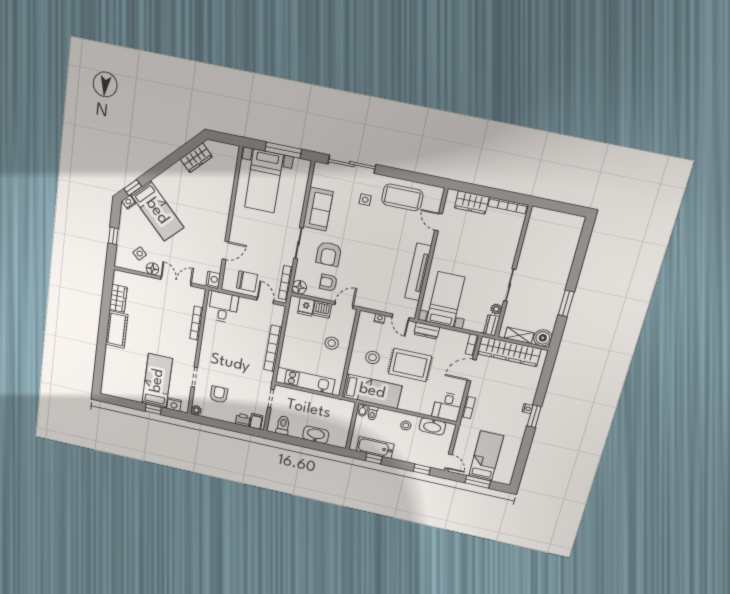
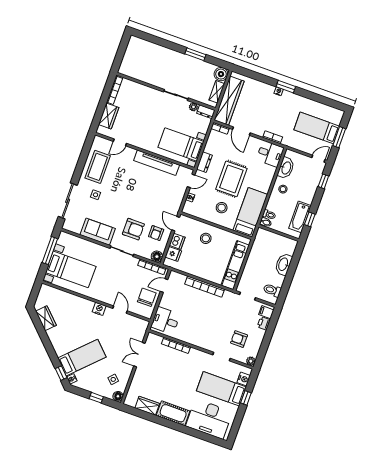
floor lamp: (152, 269) -> (118, 396), moved
nightstand: (213, 279) -> (99, 309), moved
desk: (120, 371) -> (209, 419), added

